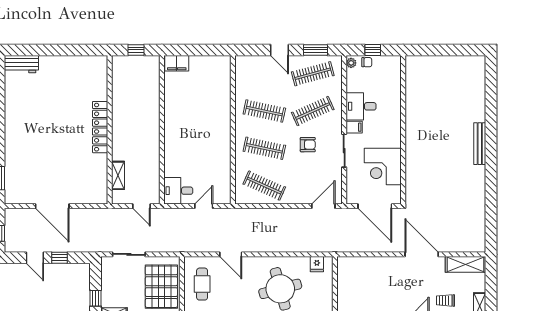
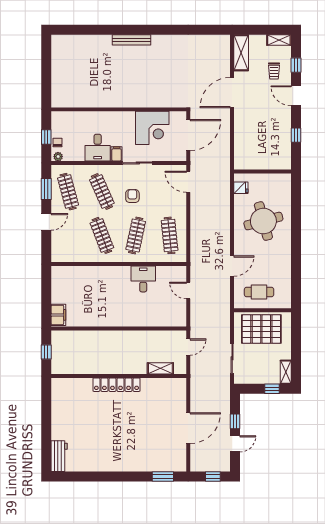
clothes rail: (264, 111) -> (102, 235), turned -33
clothes rail: (264, 186) -> (170, 235), turned -30
desk: (178, 191) -> (143, 279), moved, turned 180

